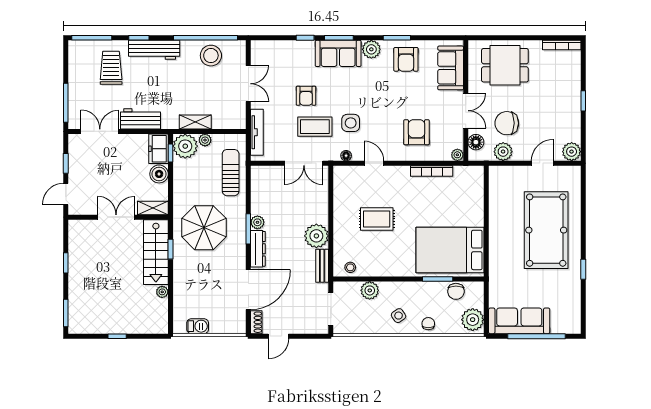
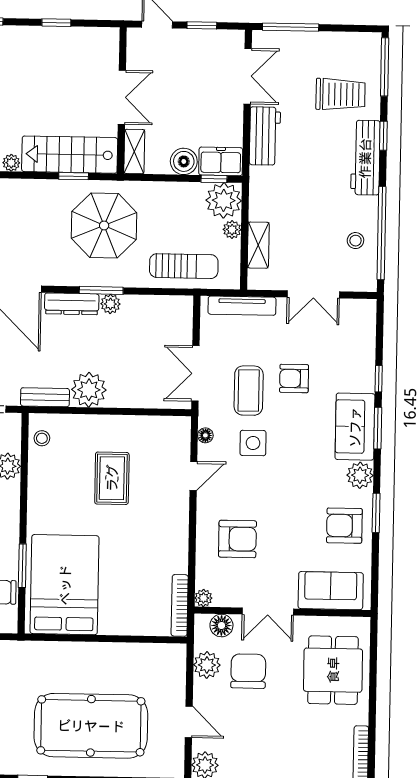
stool: (211, 56) -> (355, 241), width x0.53, depth x0.53
shelving: (195, 122) -> (258, 245), moved
bookcase: (432, 171) -> (180, 605), moved

